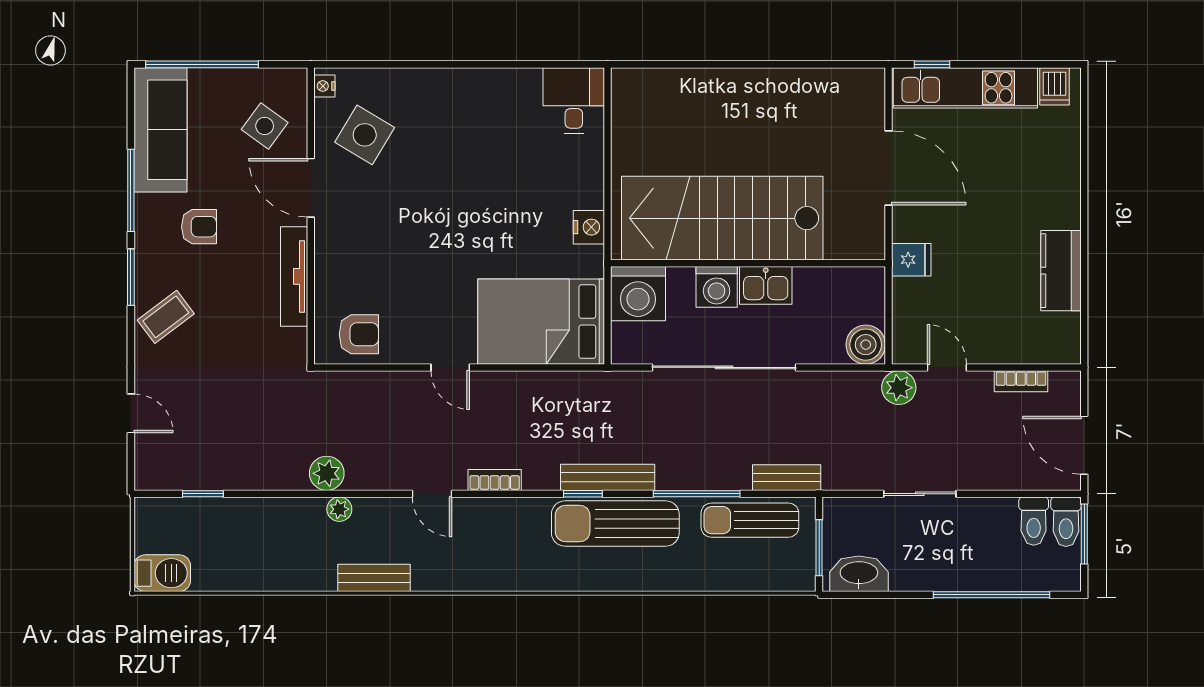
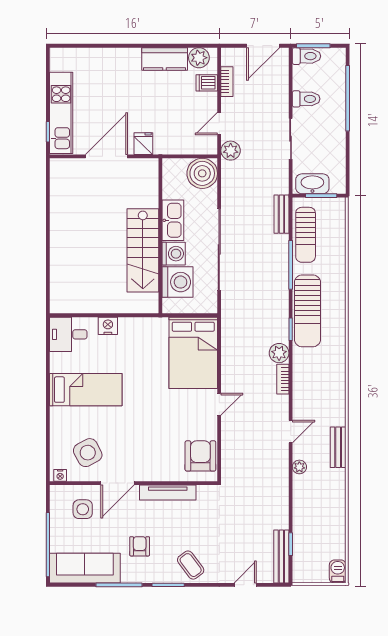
dishwasher: (1055, 86) -> (207, 83), moved, turned 180
side table: (265, 126) -> (83, 509), turned -36
bed: (476, 131) -> (86, 390), added
side table: (365, 135) -> (88, 453), turned 31
stairs: (722, 218) -> (143, 250), width x0.73, depth x0.66
nightstand: (589, 227) -> (108, 326), moved
fridge: (911, 260) -> (143, 144), moved
kitchen sink: (766, 285) -> (173, 220), width x1.38
washing machine: (638, 294) -> (177, 282), moved
plant: (1063, 332) -> (199, 58), added
armchair: (359, 334) -> (200, 456), width x1.38, depth x1.38
boiler: (866, 345) -> (202, 173), width x1.37, depth x1.37
plant: (327, 473) -> (279, 353), moved
bench: (608, 477) -> (281, 556), moved
door: (432, 494) -> (291, 432), moved
toilet: (1034, 521) -> (306, 99), moved
barbecue: (162, 573) -> (338, 571), width x0.73, depth x0.79
washbasin: (859, 574) -> (312, 184), moved, turned 90

